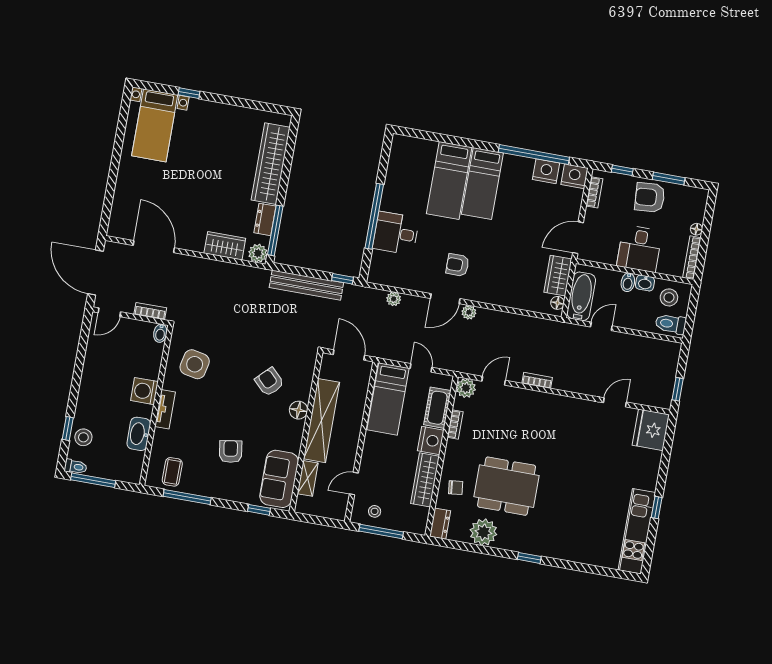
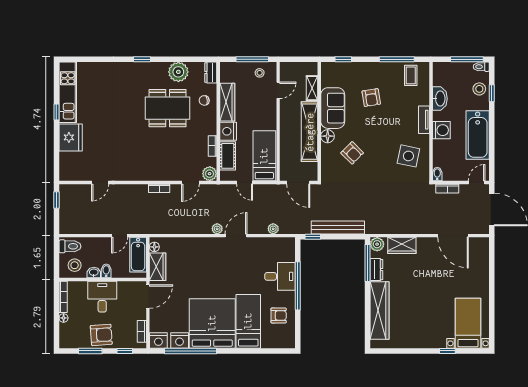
bed: (482, 184) -> (212, 323), width x2.04
armchair: (457, 265) -> (279, 316), moved
bathtub: (97, 376) -> (478, 135), added
fridge: (651, 430) -> (71, 137), moved
sofa: (279, 479) -> (333, 108), moved

